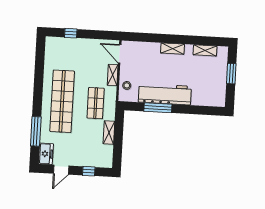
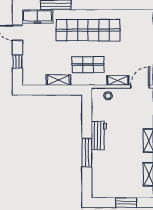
workbench: (165, 94) -> (99, 135), width x0.53, depth x0.76
window: (158, 108) -> (87, 153), moved
freezer: (46, 154) -> (37, 16), width x1.40

